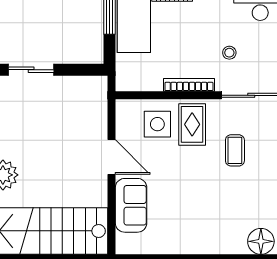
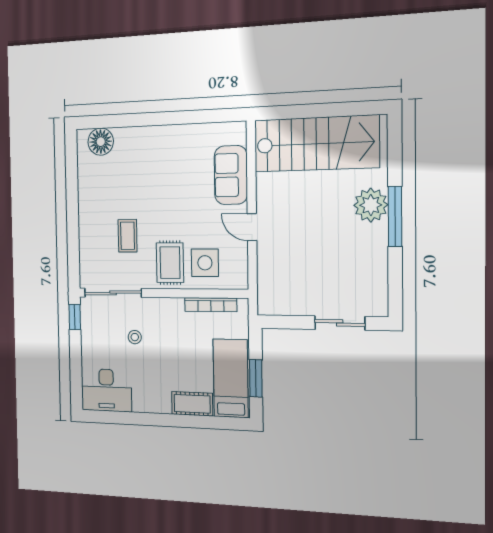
bookcase: (189, 85) -> (211, 305), moved
door: (111, 157) -> (252, 227), width x0.73

